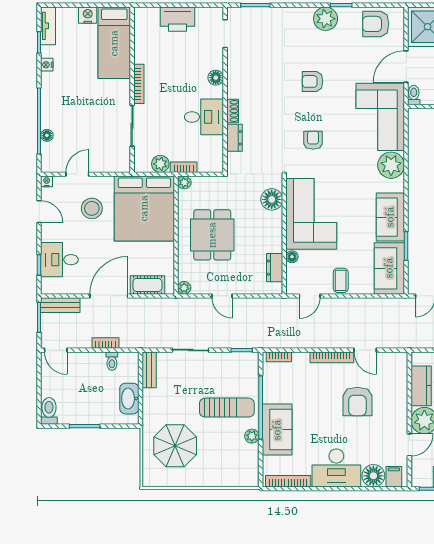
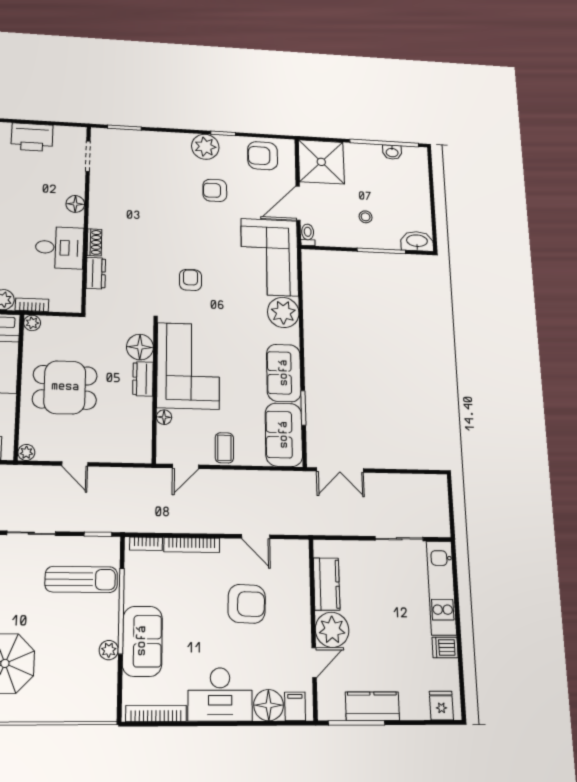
armchair: (313, 81) -> (215, 190), moved
dining table: (212, 235) -> (65, 387), turned 90
dresser: (275, 268) -> (143, 379), moved
bookcase: (332, 357) -> (192, 545), moved
armchair: (357, 401) -> (247, 604), turned -88
sun lounger: (227, 408) -> (81, 579), moved

